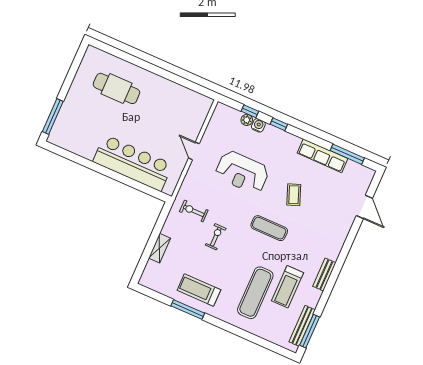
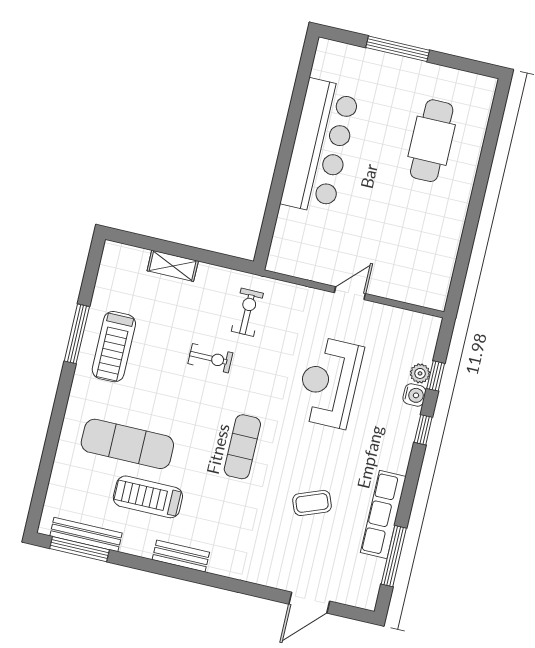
window: (53, 116) -> (398, 49), moved
bar counter: (133, 163) -> (320, 146), moved
coffee table: (294, 195) -> (312, 503), moved
treadmill: (199, 290) -> (114, 347), turned 180

